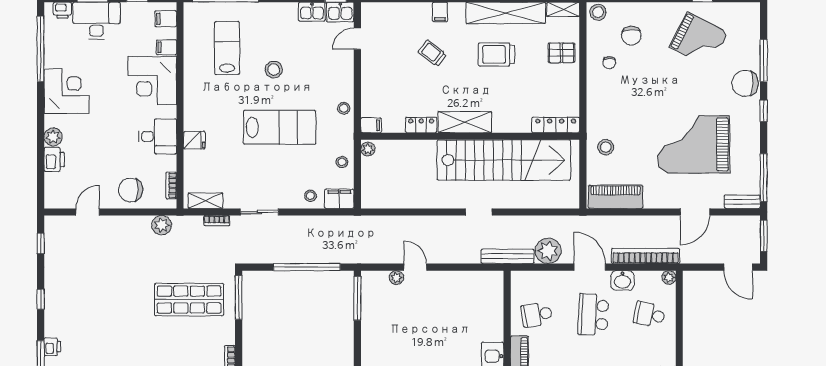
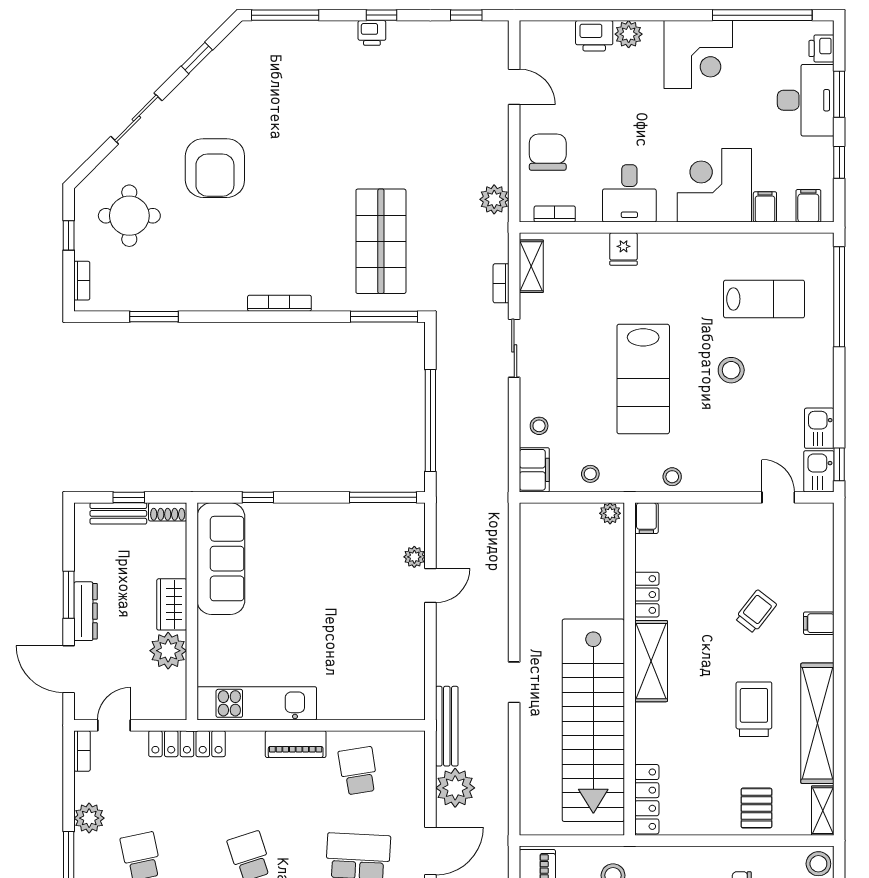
printer: (52, 347) -> (372, 33), moved

